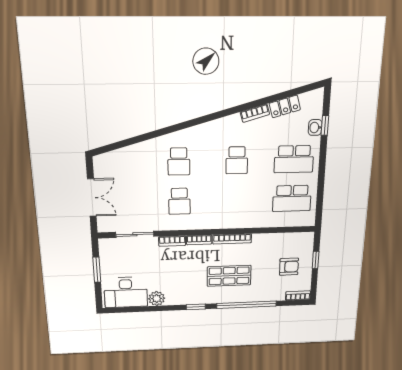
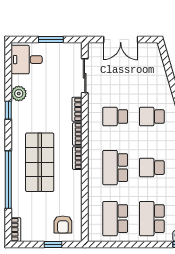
school desk: (236, 200) -> (115, 168), added
bookcase: (232, 239) -> (77, 158), width x0.64
armchair: (289, 267) -> (63, 224), moved
shop shelf: (229, 276) -> (40, 162), width x1.43, depth x1.36
desk: (126, 292) -> (27, 60), width x0.73
window: (196, 307) -> (8, 110), moved

